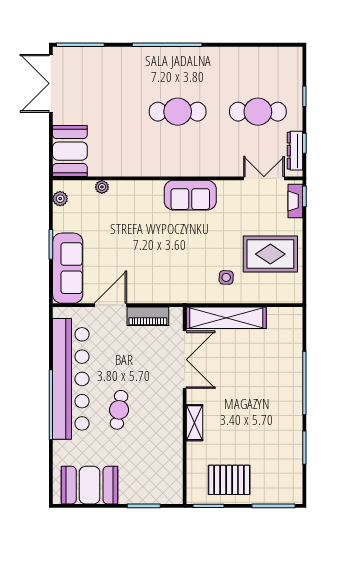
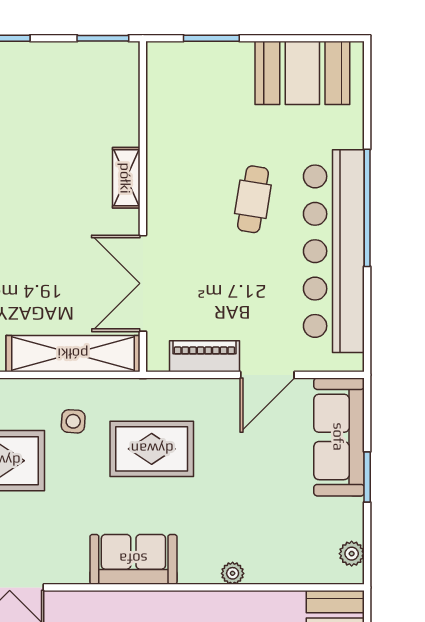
plant: (102, 187) -> (233, 573), moved
rug: (179, 261) -> (152, 449), added
pallet: (229, 480) -> (68, 82), removed

